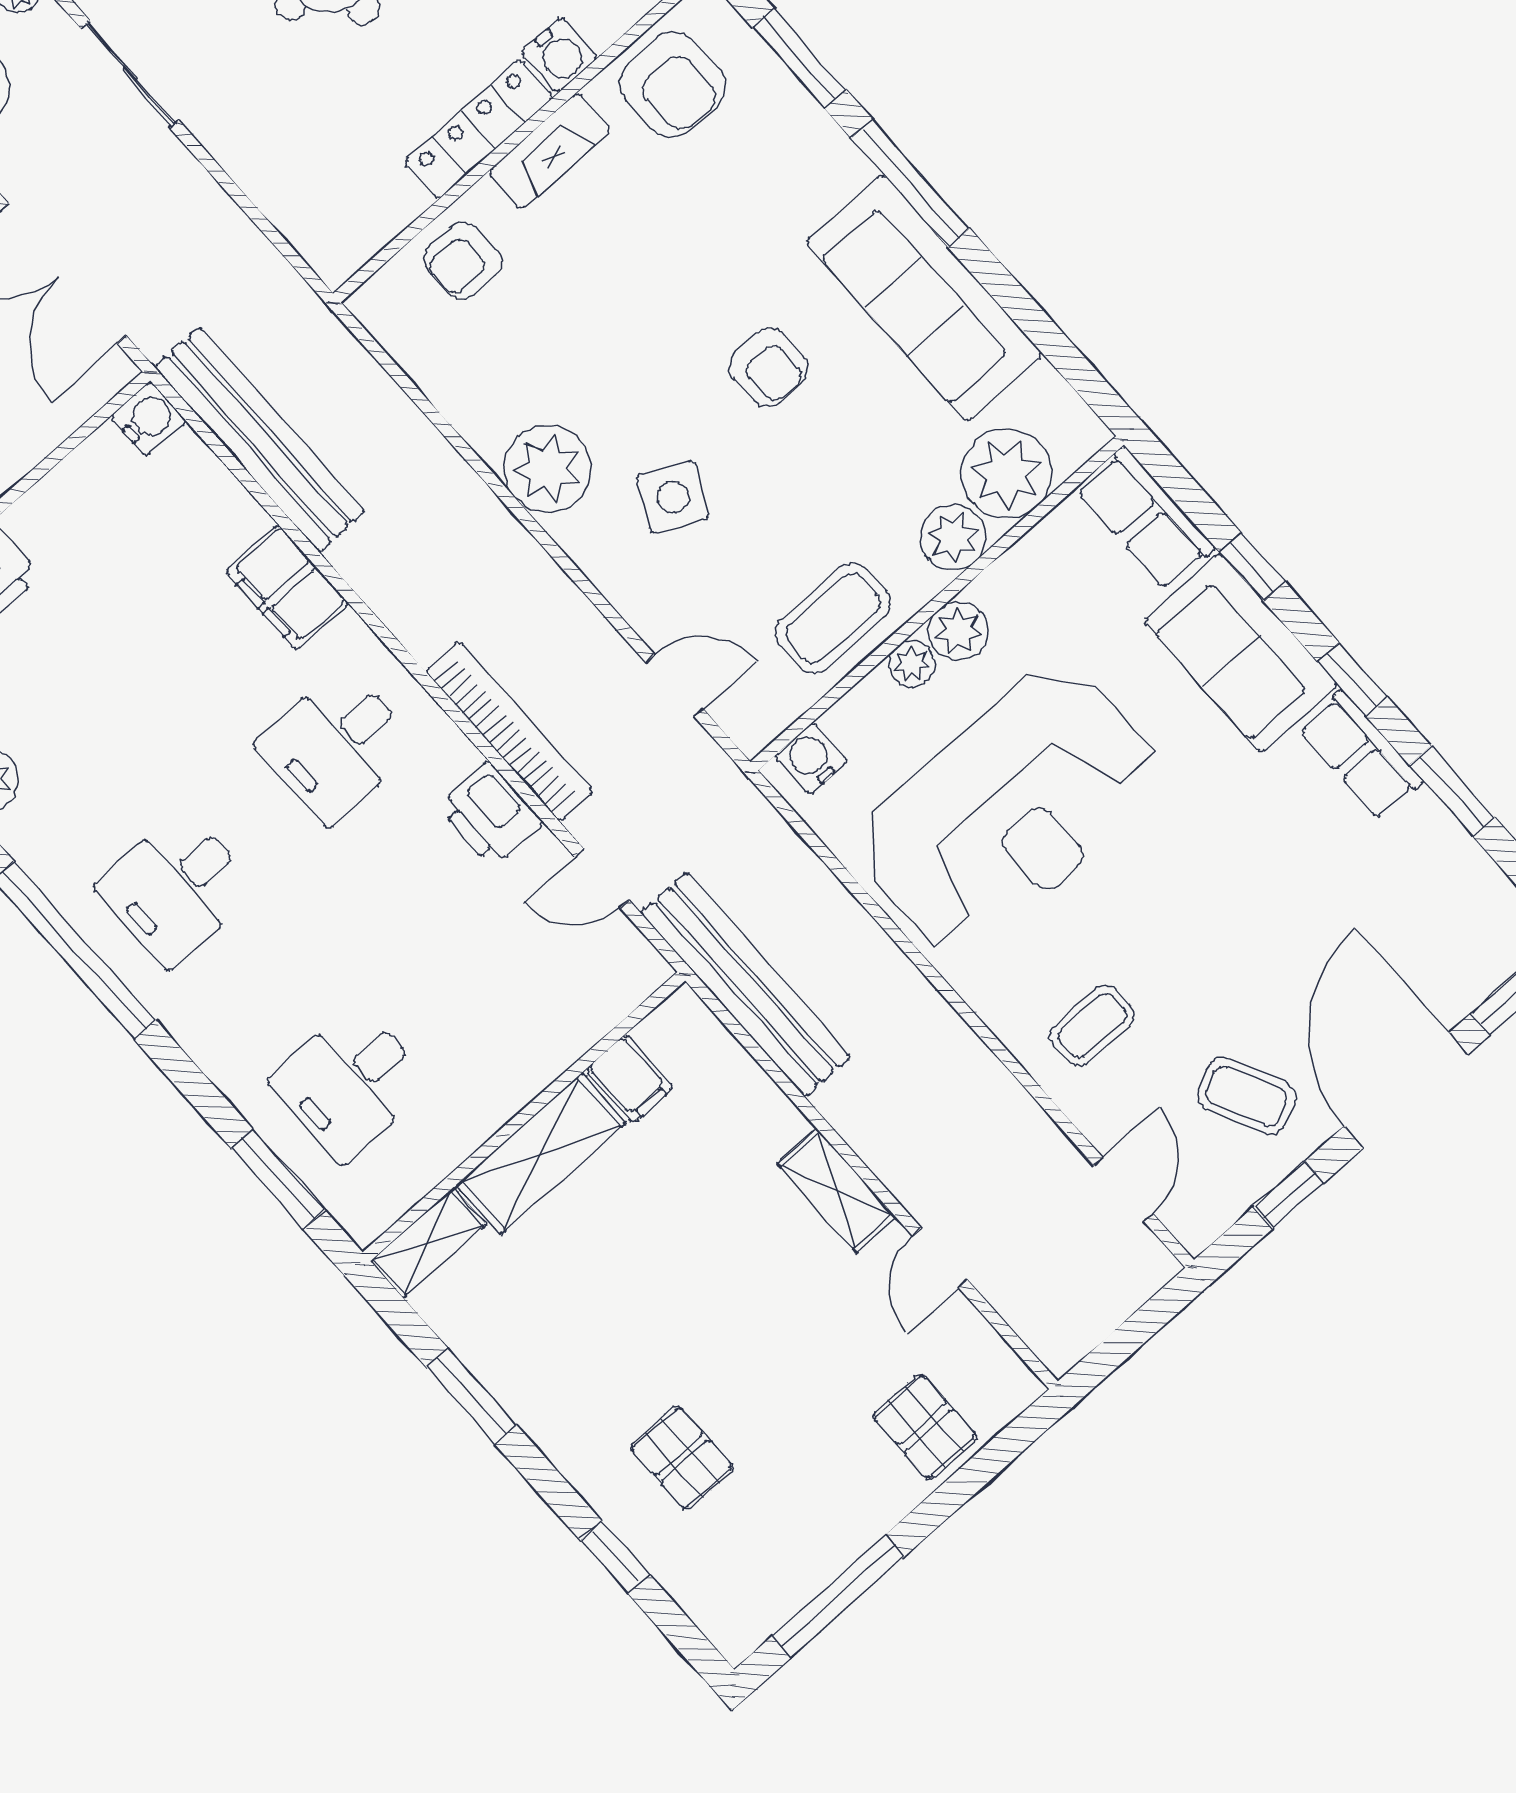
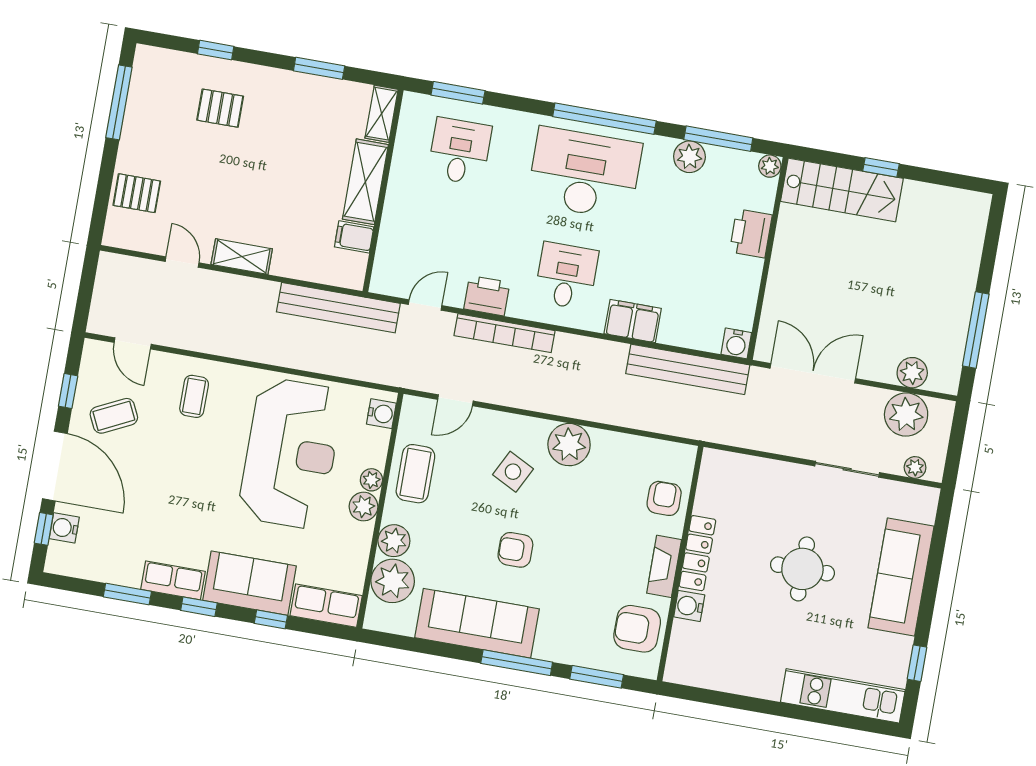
reception desk: (1009, 810) -> (291, 453), turned 180
desk: (176, 888) -> (584, 173), width x1.87, depth x1.30
water cooler: (1469, 979) -> (64, 528), added

